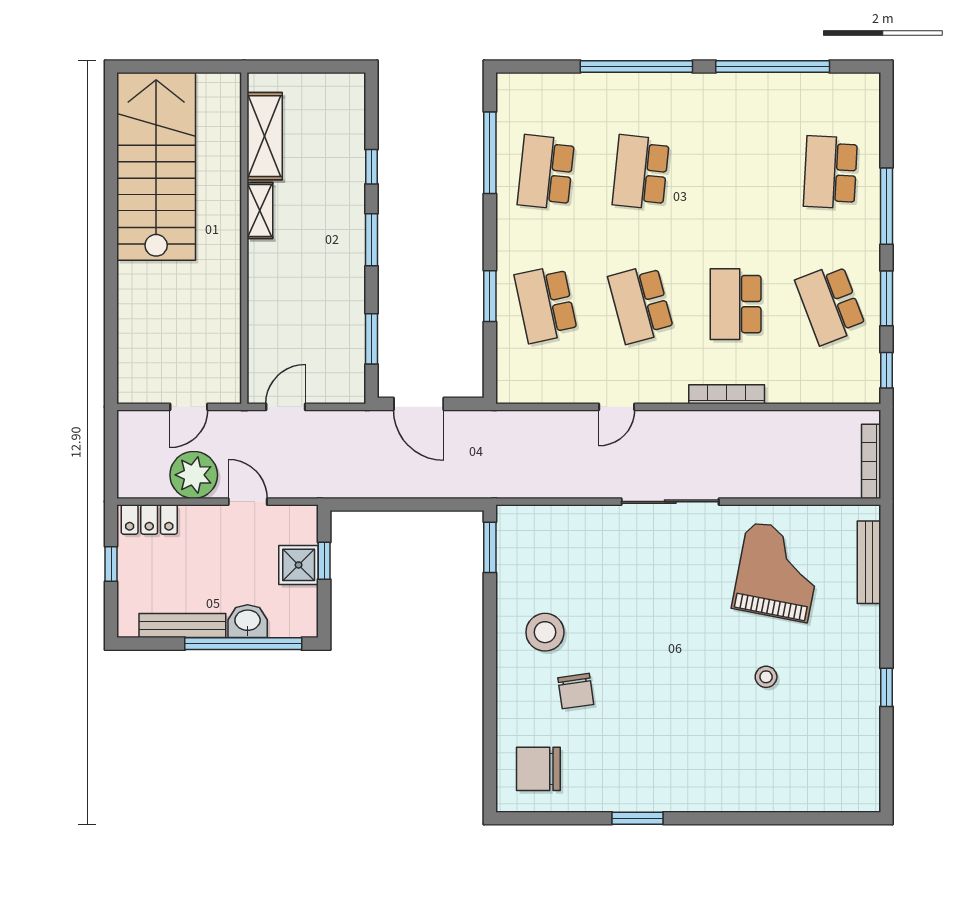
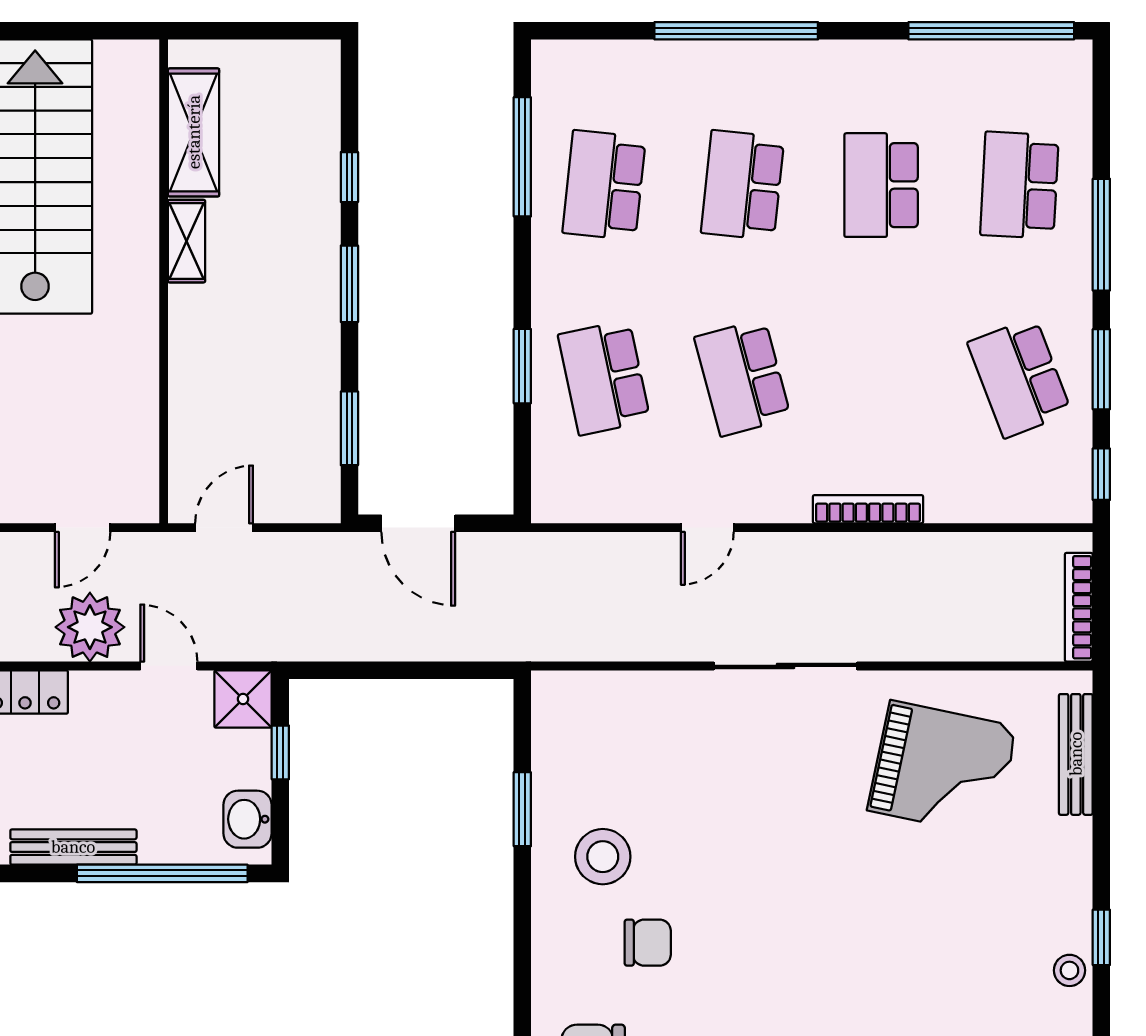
window: (773, 66) -> (991, 31), moved
school desk: (736, 304) -> (881, 185), moved
window: (490, 547) -> (522, 809), moved
shower: (299, 565) -> (243, 699), moved
grand piano: (778, 572) -> (942, 769), turned 91
washbasin: (248, 621) -> (248, 819), moved, turned -90
stool: (766, 677) -> (1069, 970), moved
chair: (576, 691) -> (648, 943), turned -82

